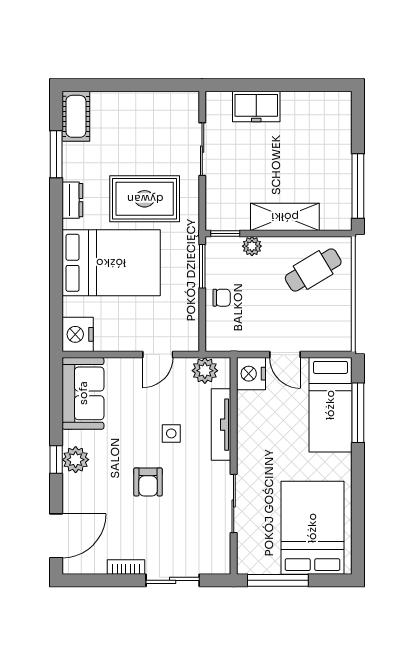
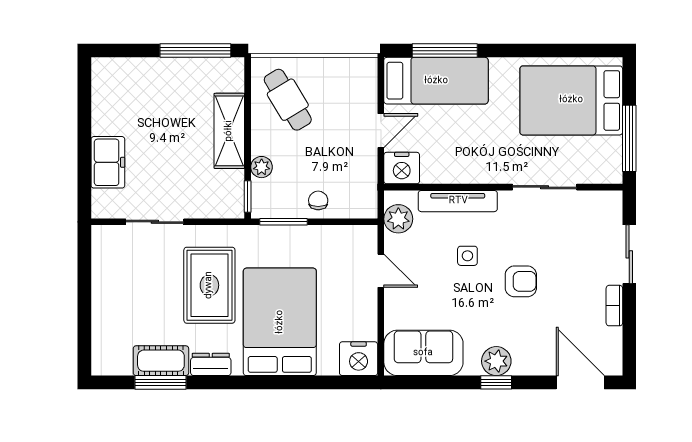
cot: (76, 116) -> (161, 361), moved

